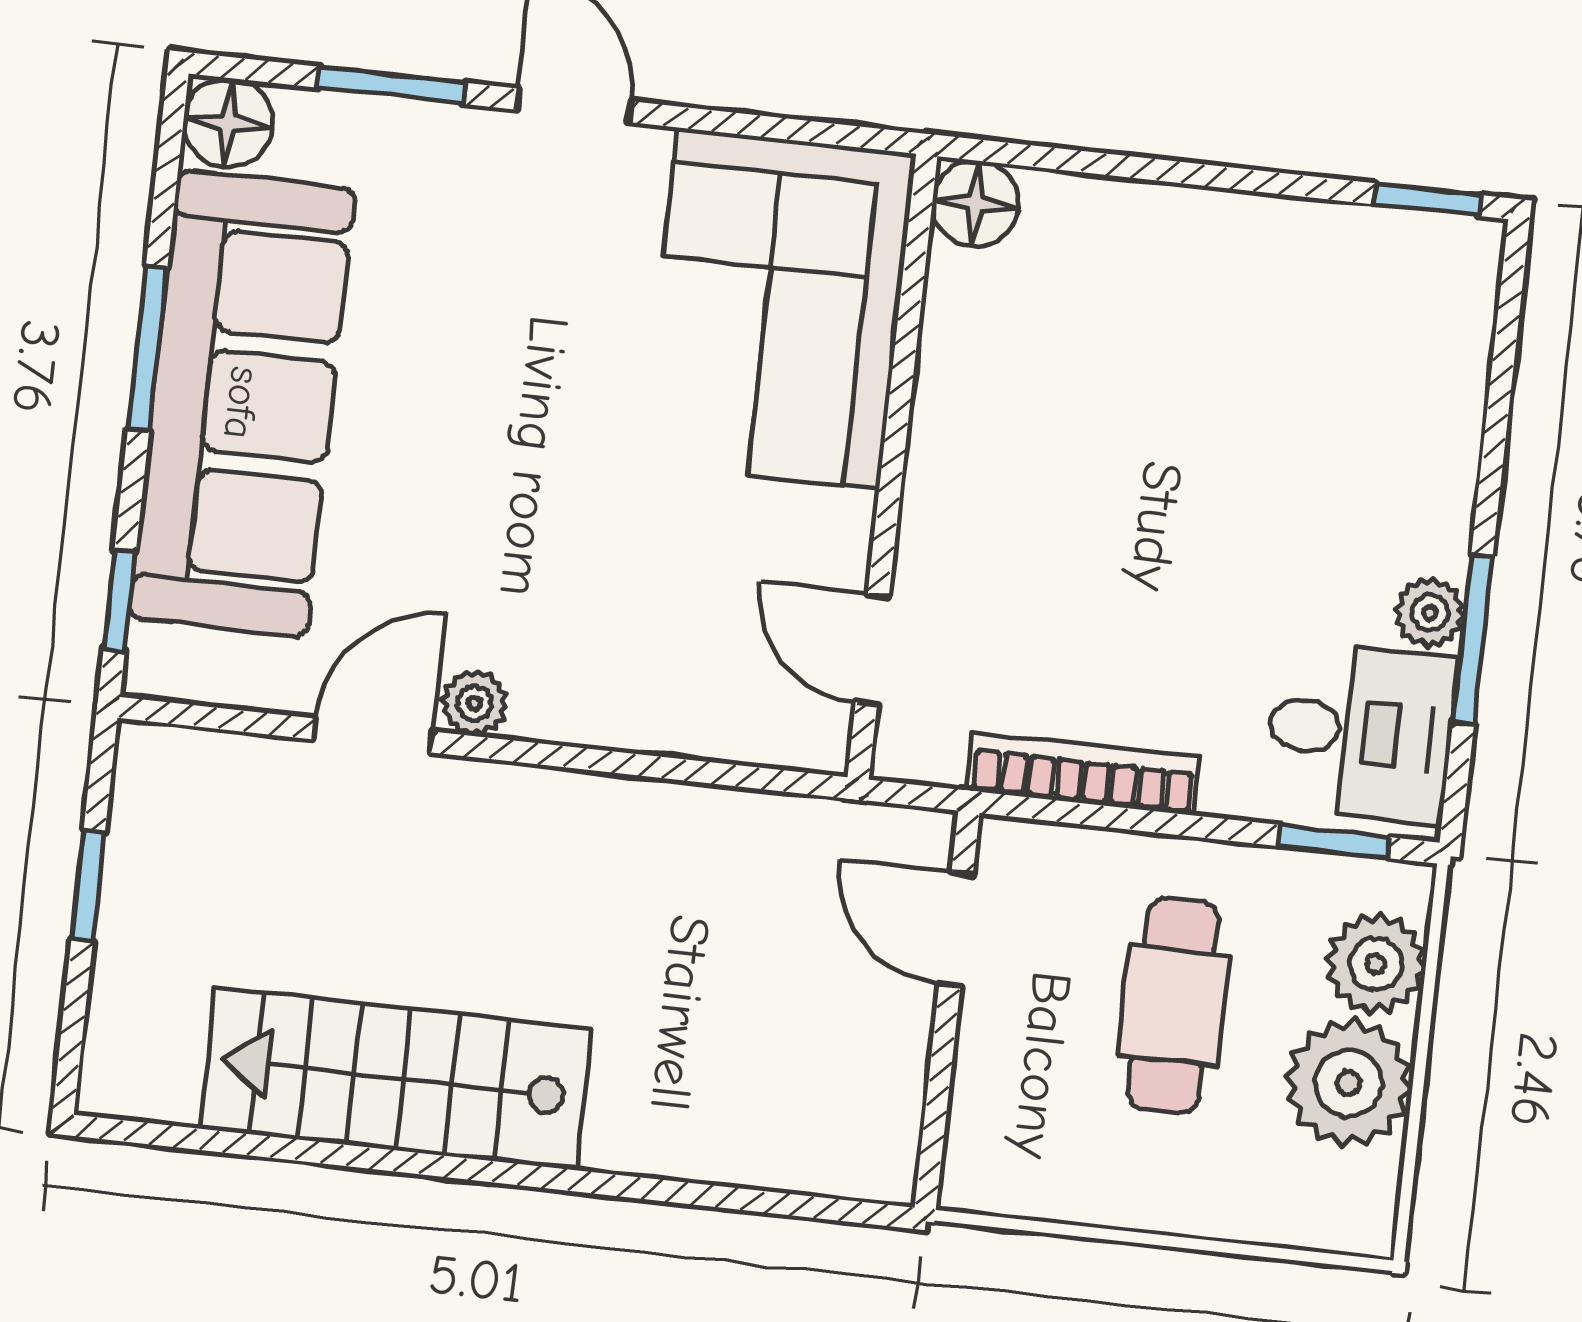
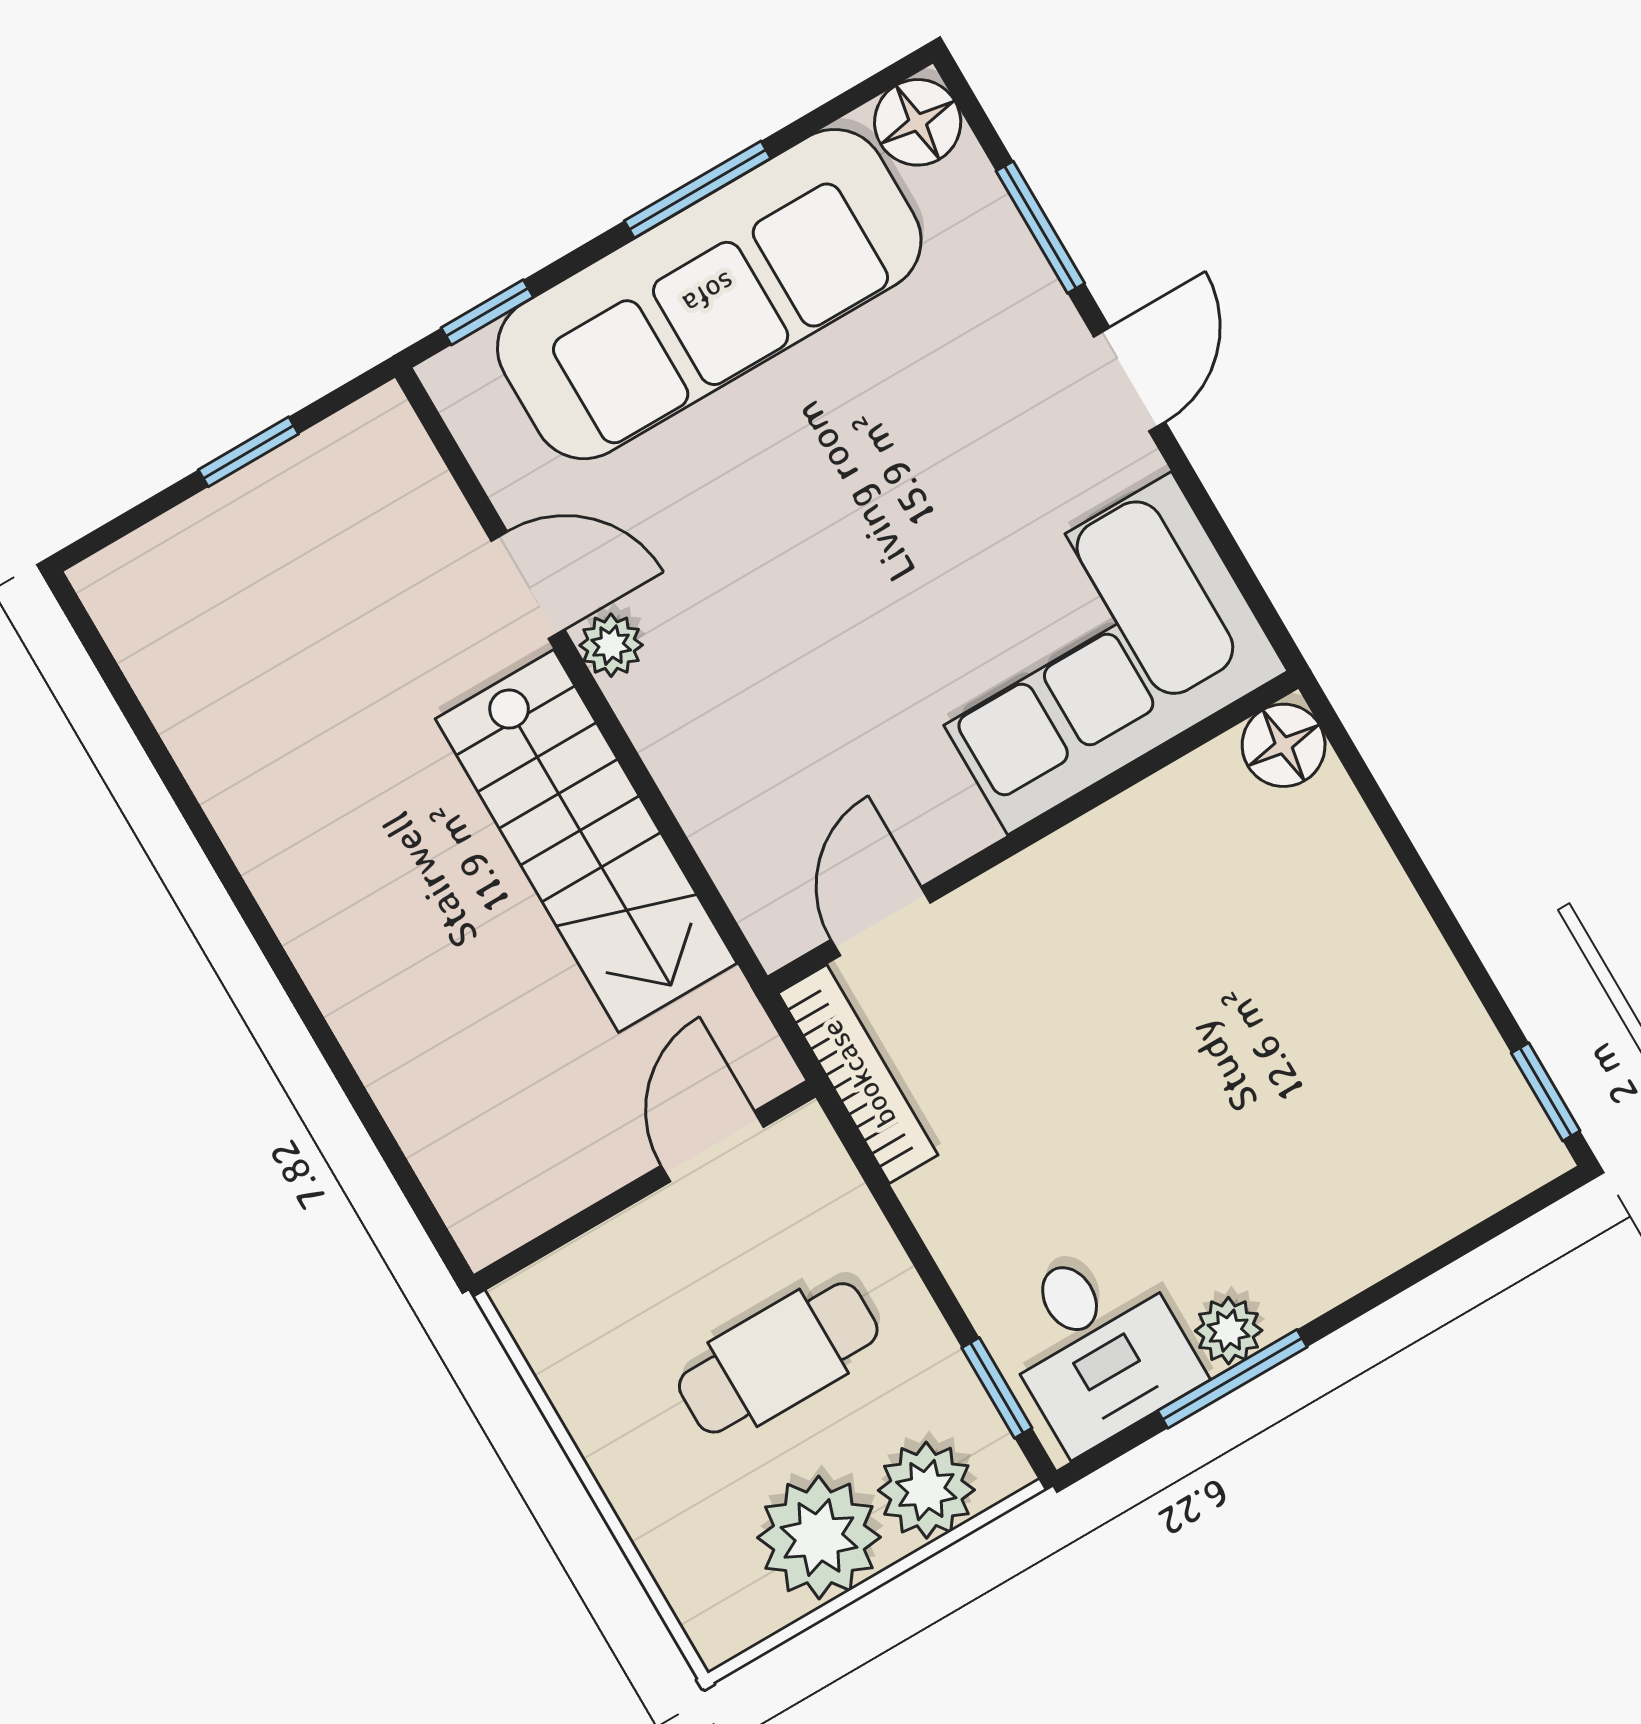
bookcase: (1083, 774) -> (858, 1074), moved
stairs: (396, 1079) -> (586, 841), moved, turned 180

